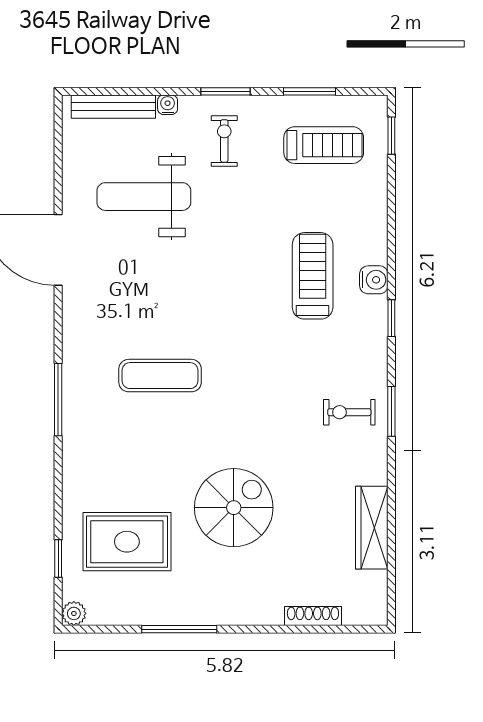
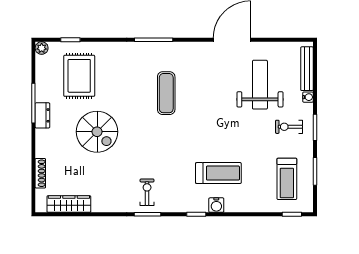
exercise bike: (224, 141) -> (289, 127), turned 180
wardrobe: (372, 528) -> (69, 204), moved
dresser: (203, 612) -> (42, 115), added

